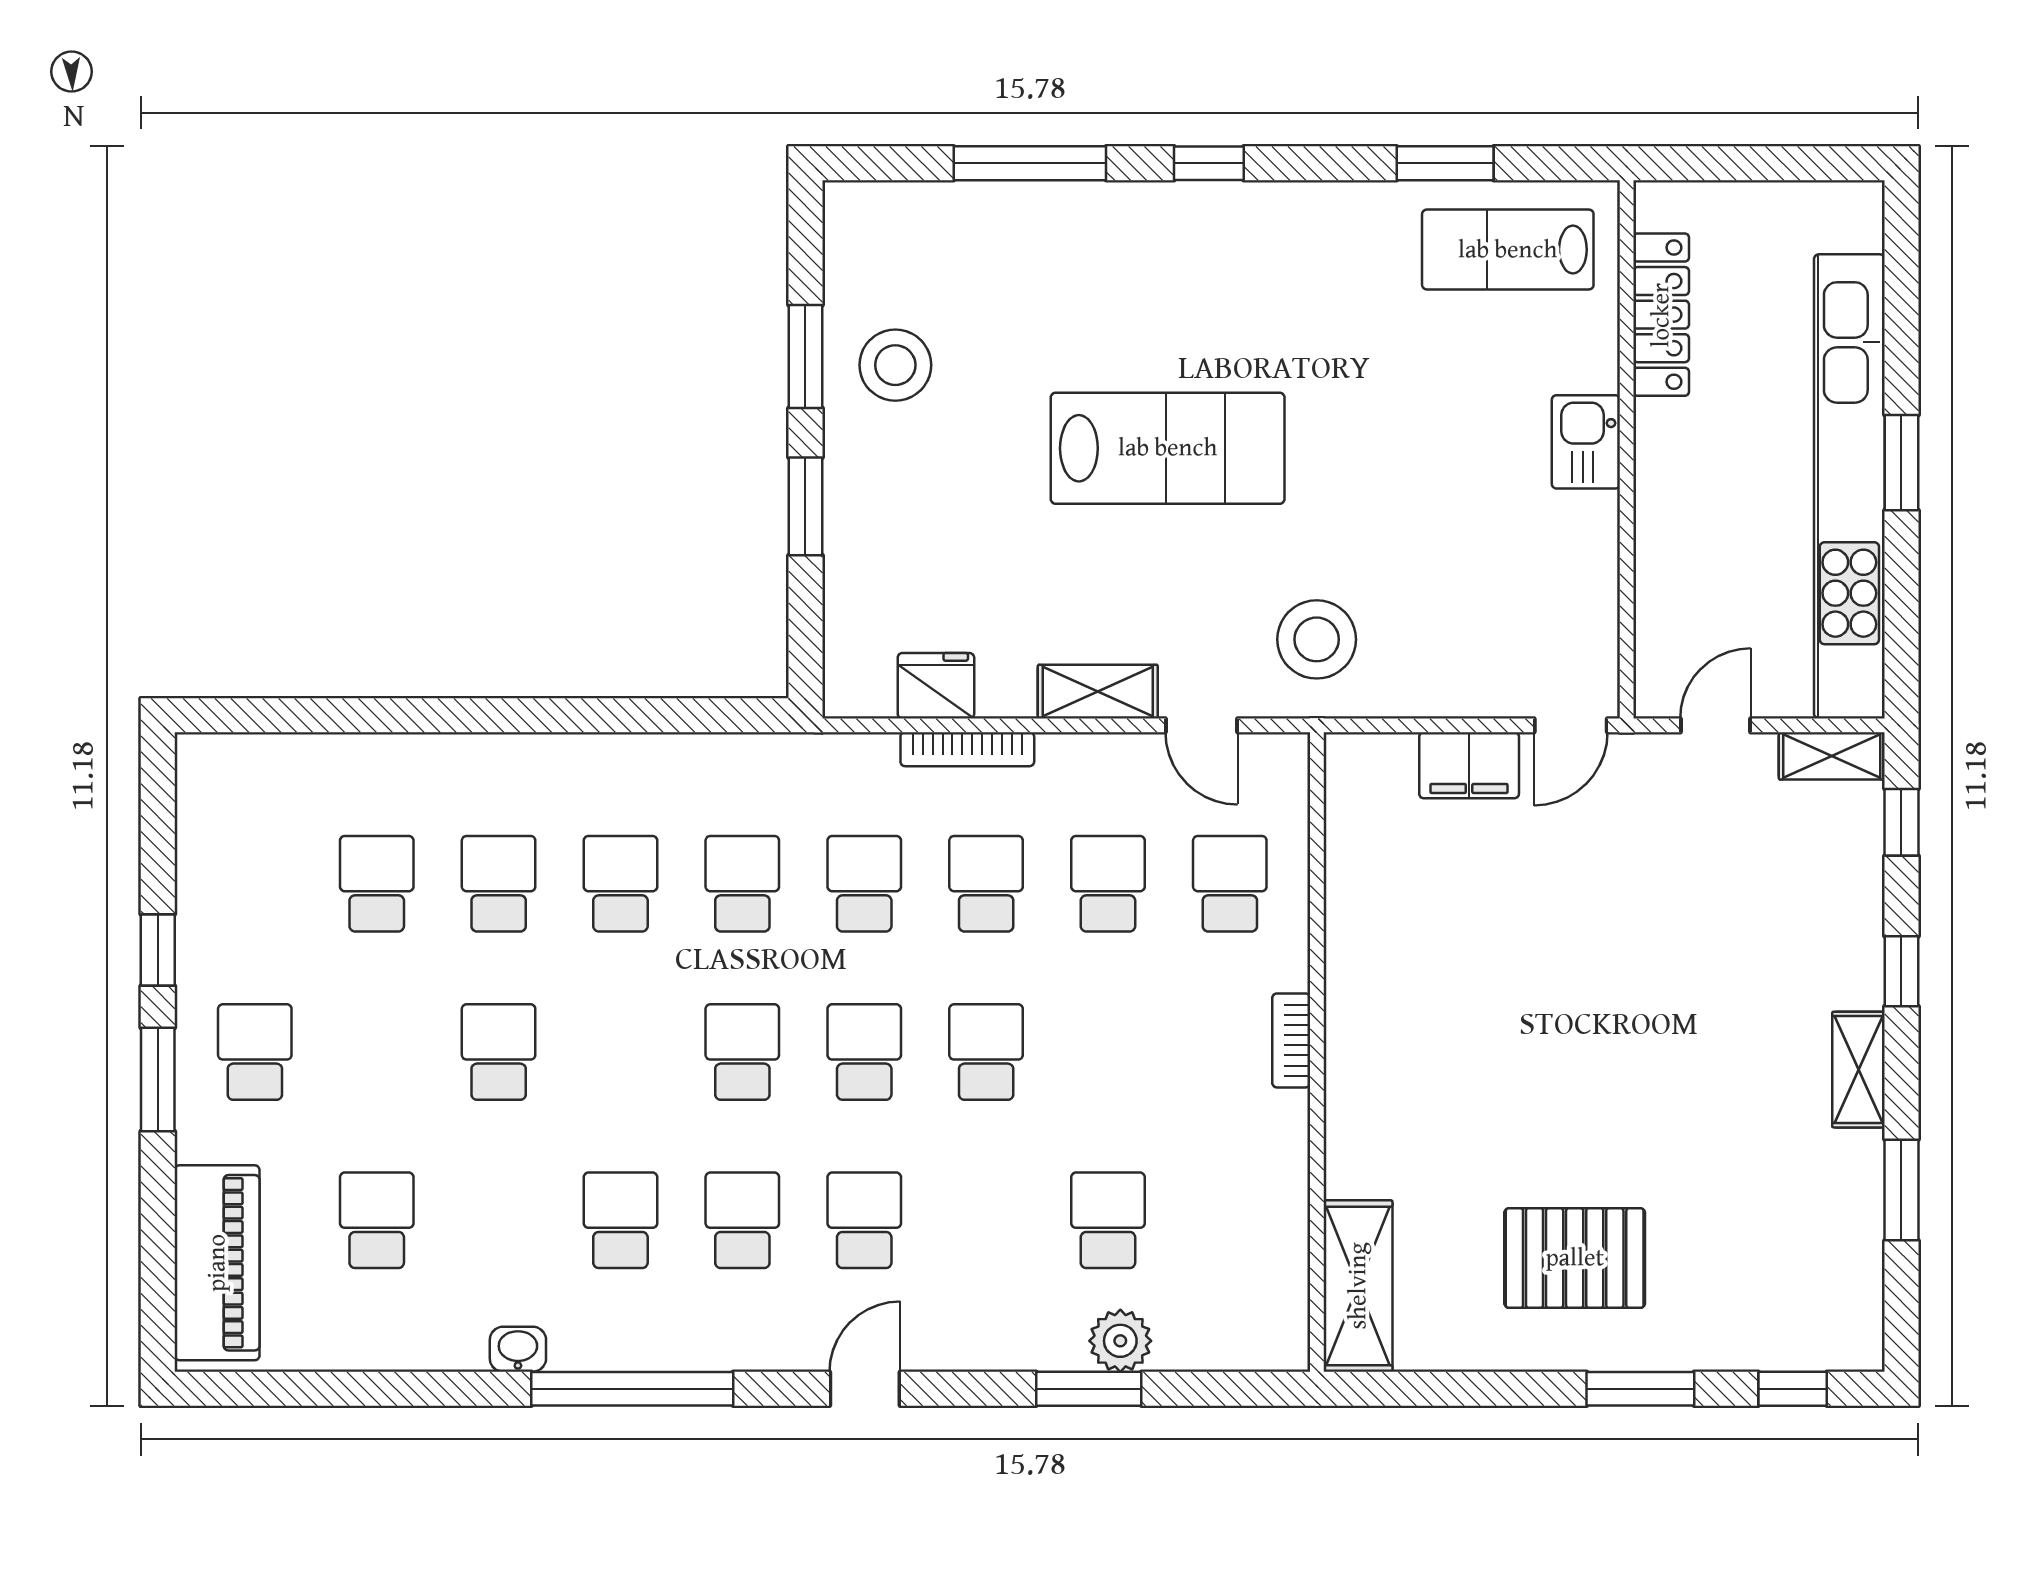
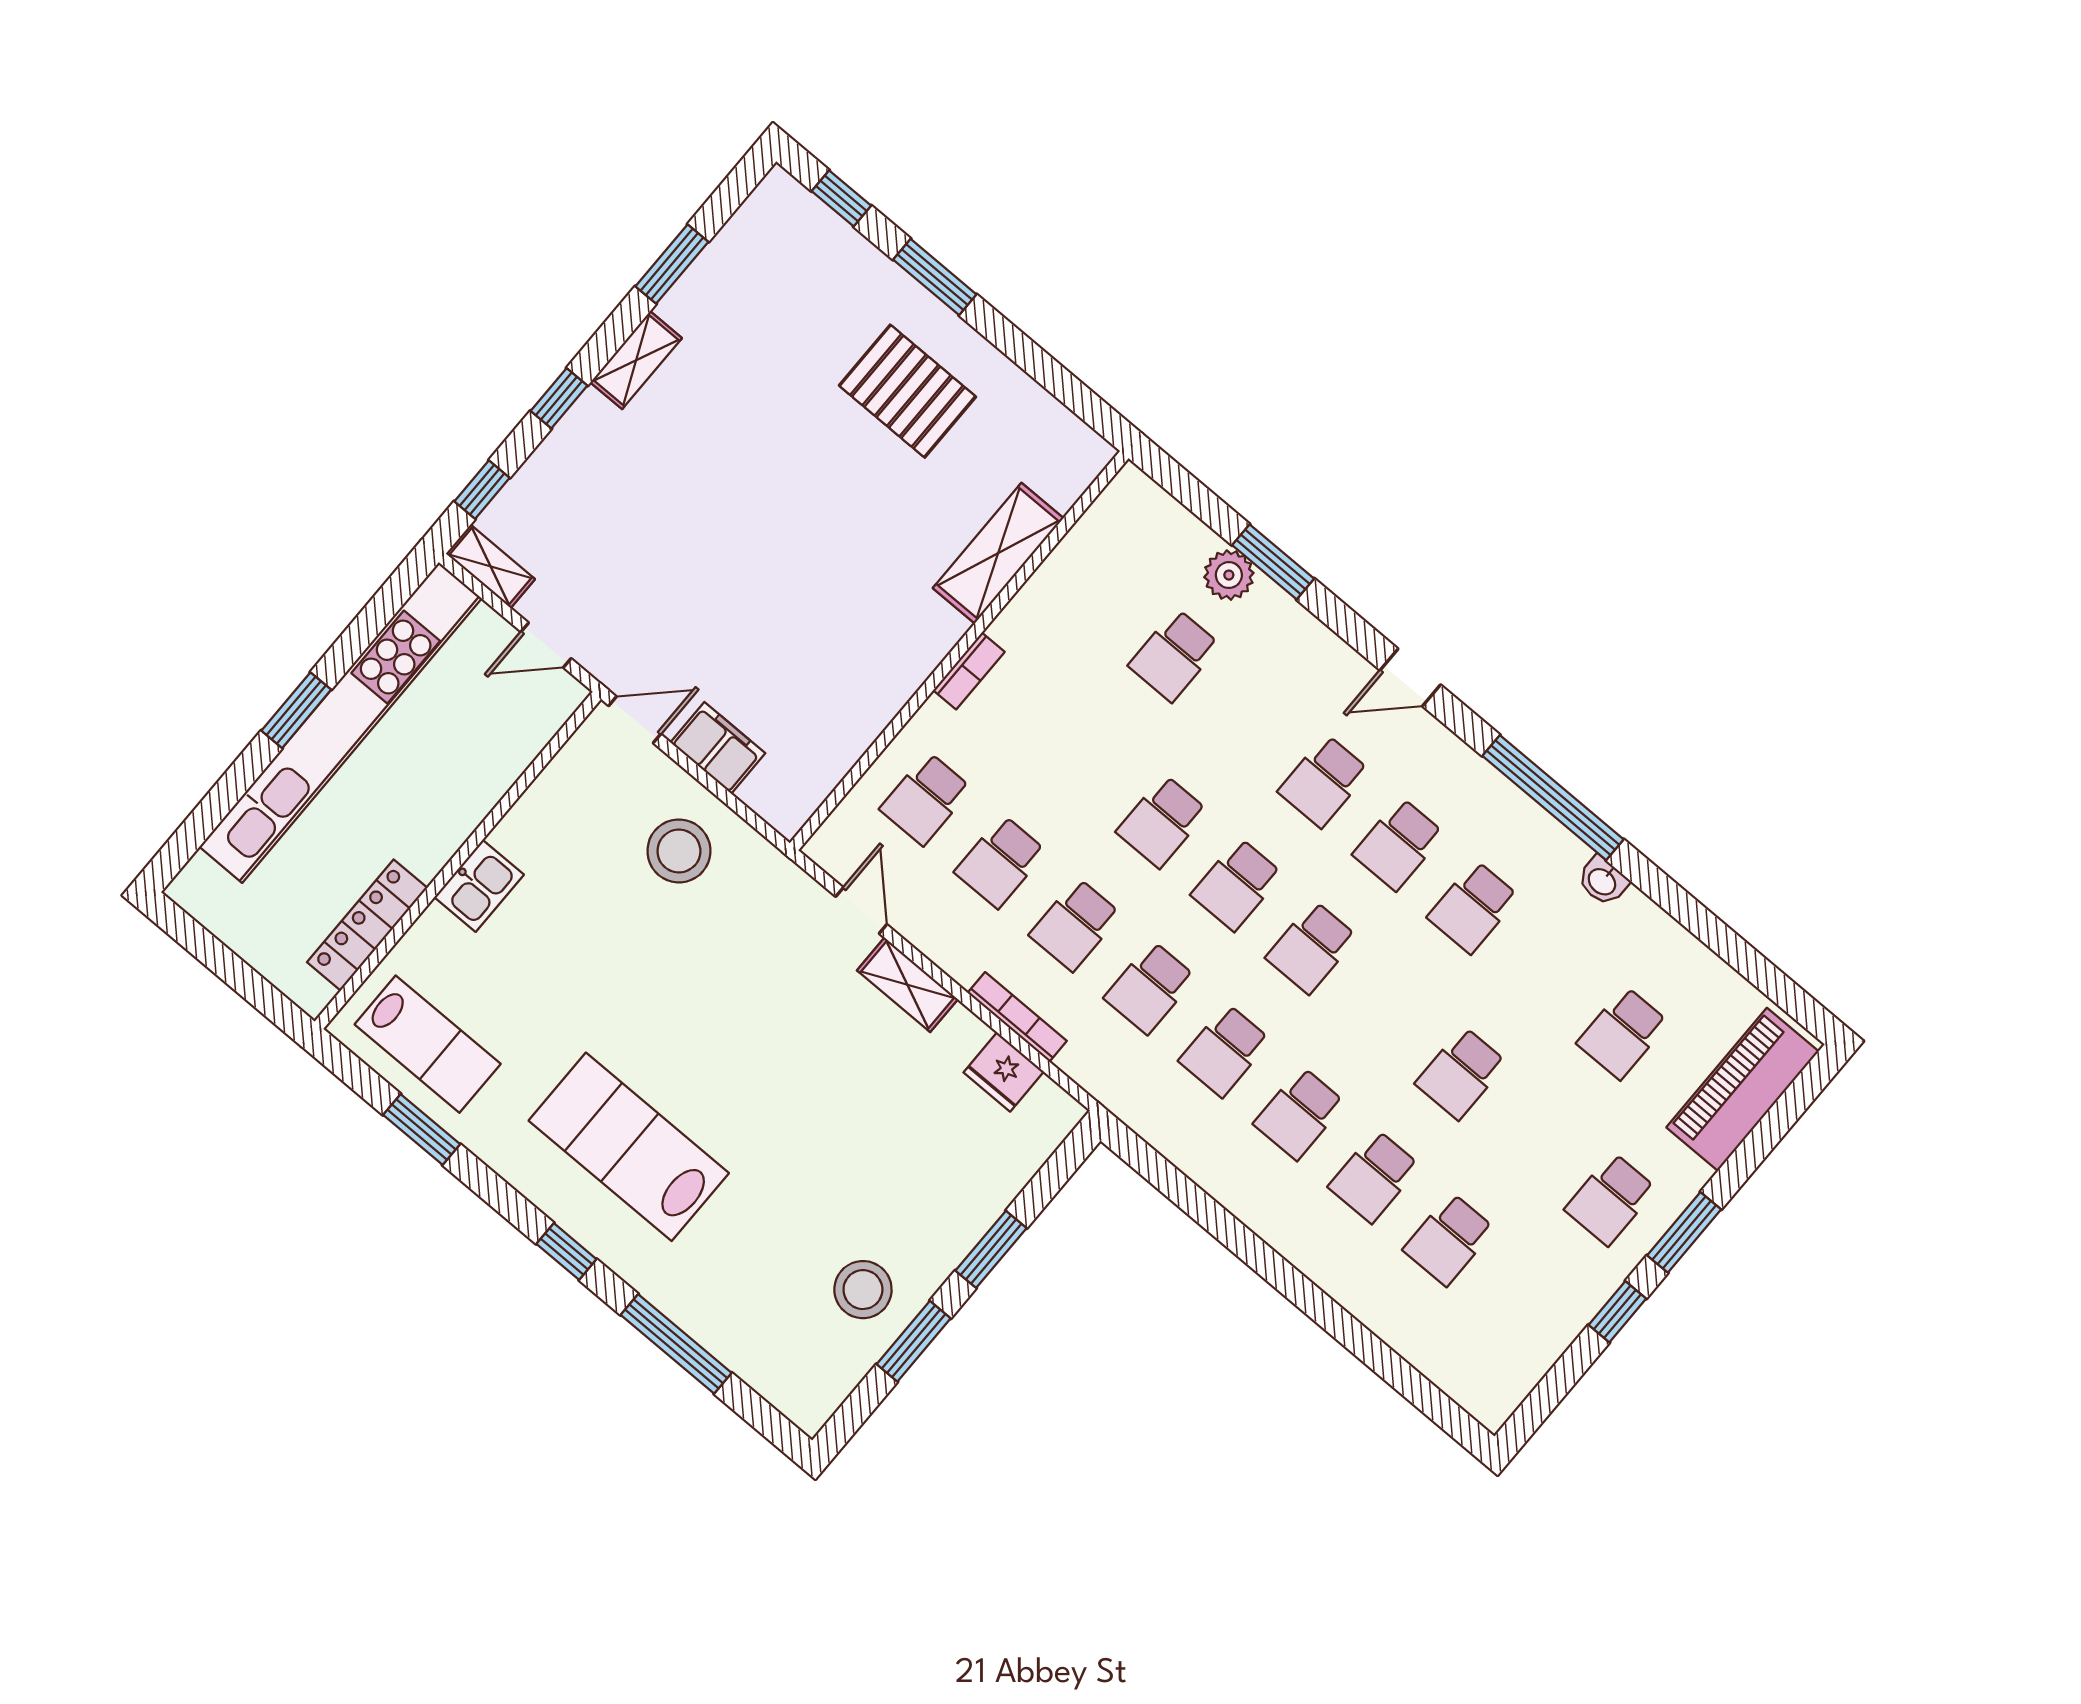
lab bench: (1168, 448) -> (629, 1147), moved
stool: (1317, 639) -> (679, 851), moved
shelving: (1358, 1286) -> (998, 553), moved

